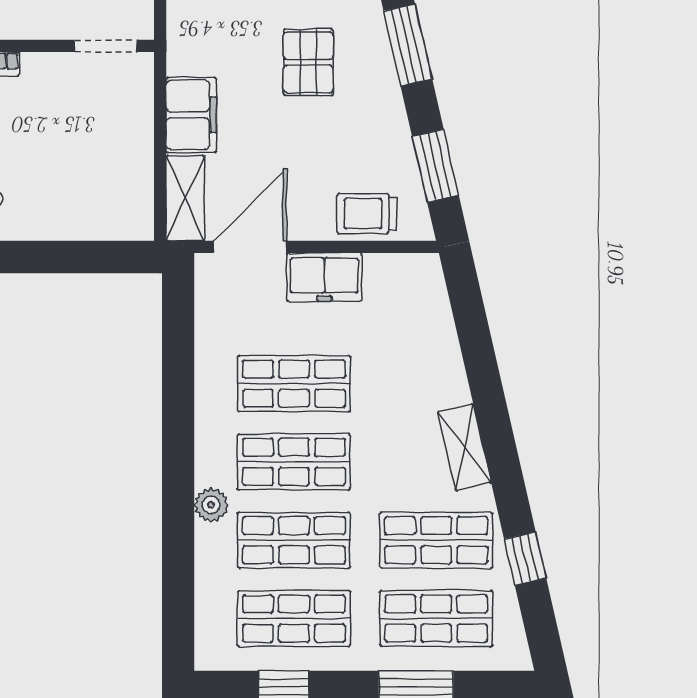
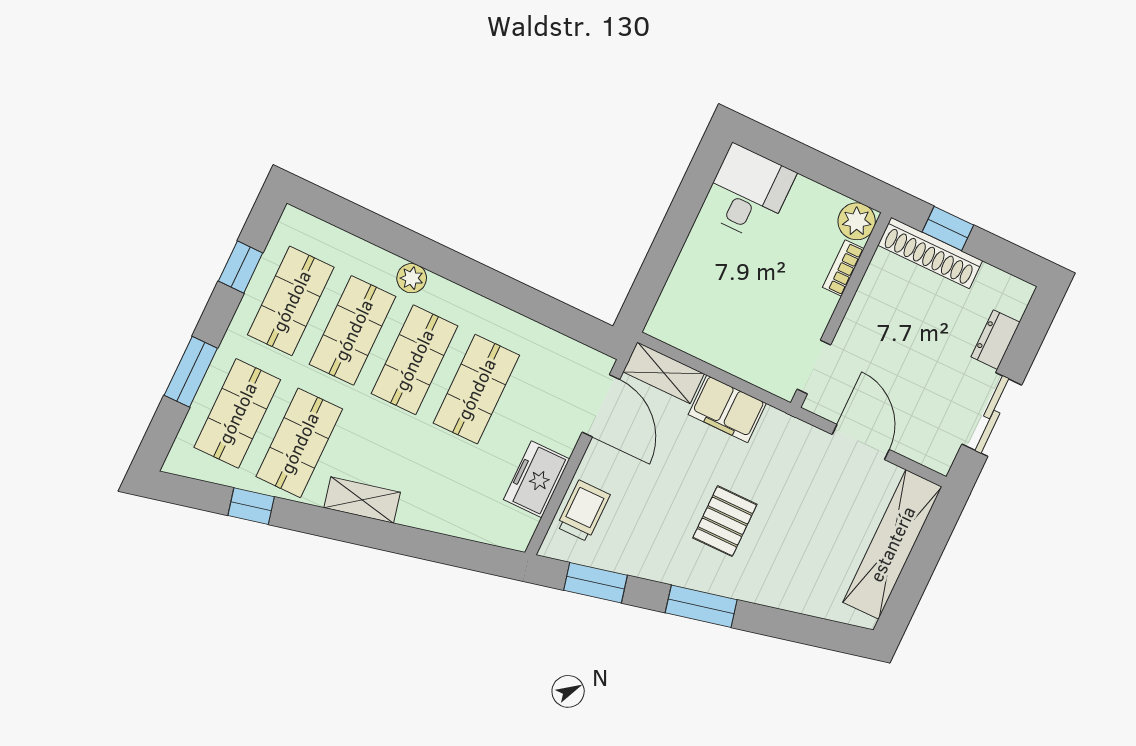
pallet: (308, 62) -> (725, 521), turned 90
freezer: (324, 277) -> (537, 479), moved

